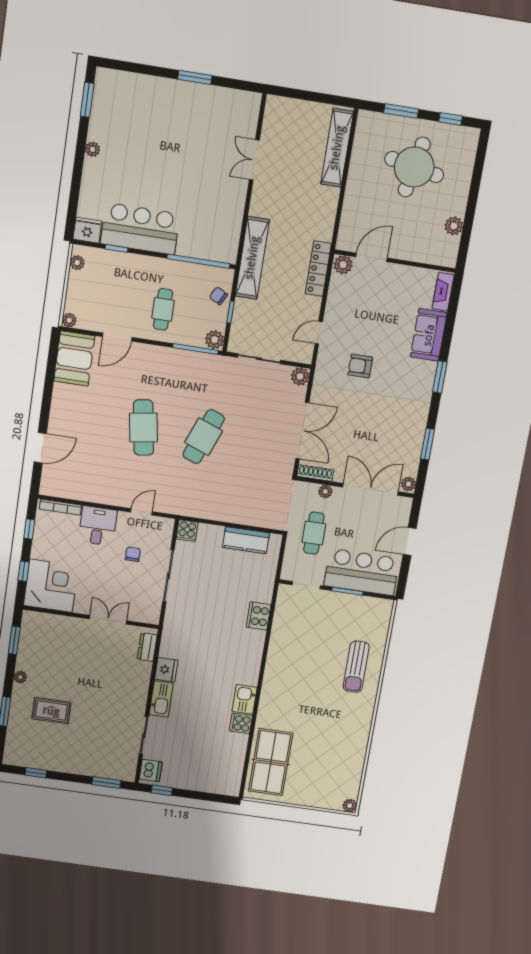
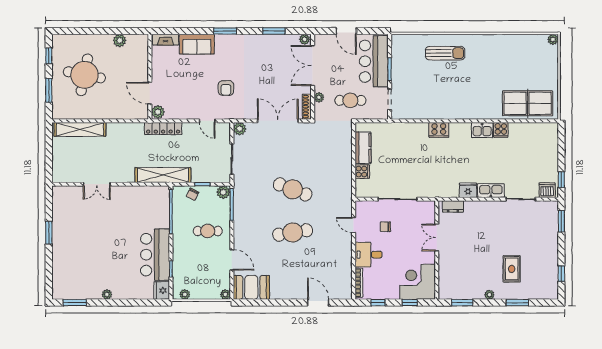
cooker: (187, 531) -> (362, 172), moved
cooker: (259, 616) -> (439, 130), moved

